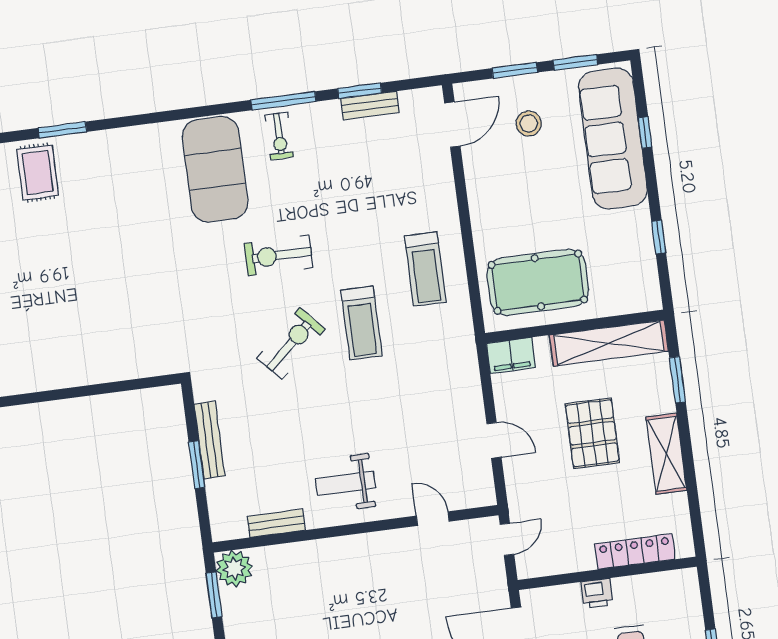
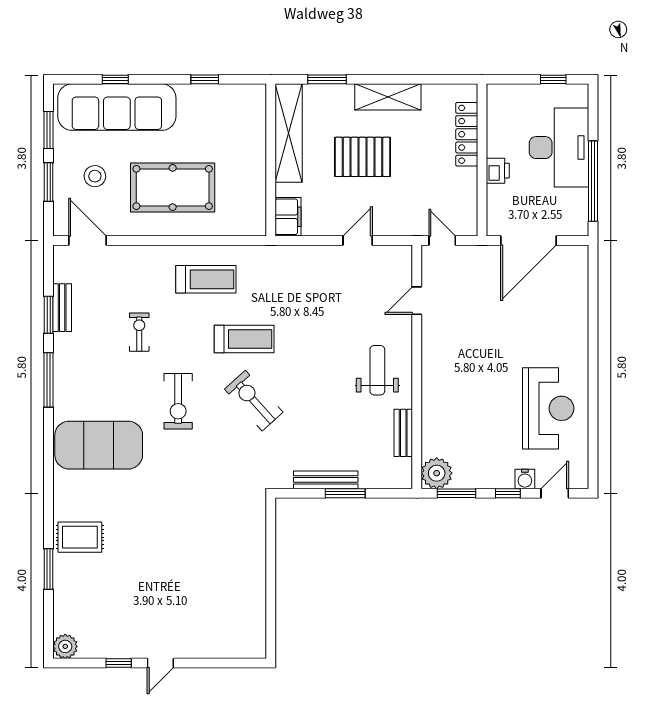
exercise bike: (279, 136) -> (139, 332), moved, turned -90
rug: (38, 172) -> (80, 537), moved
pool table: (538, 282) -> (173, 187), moved, turned 90
weight bench: (345, 483) -> (377, 370), turned 180

